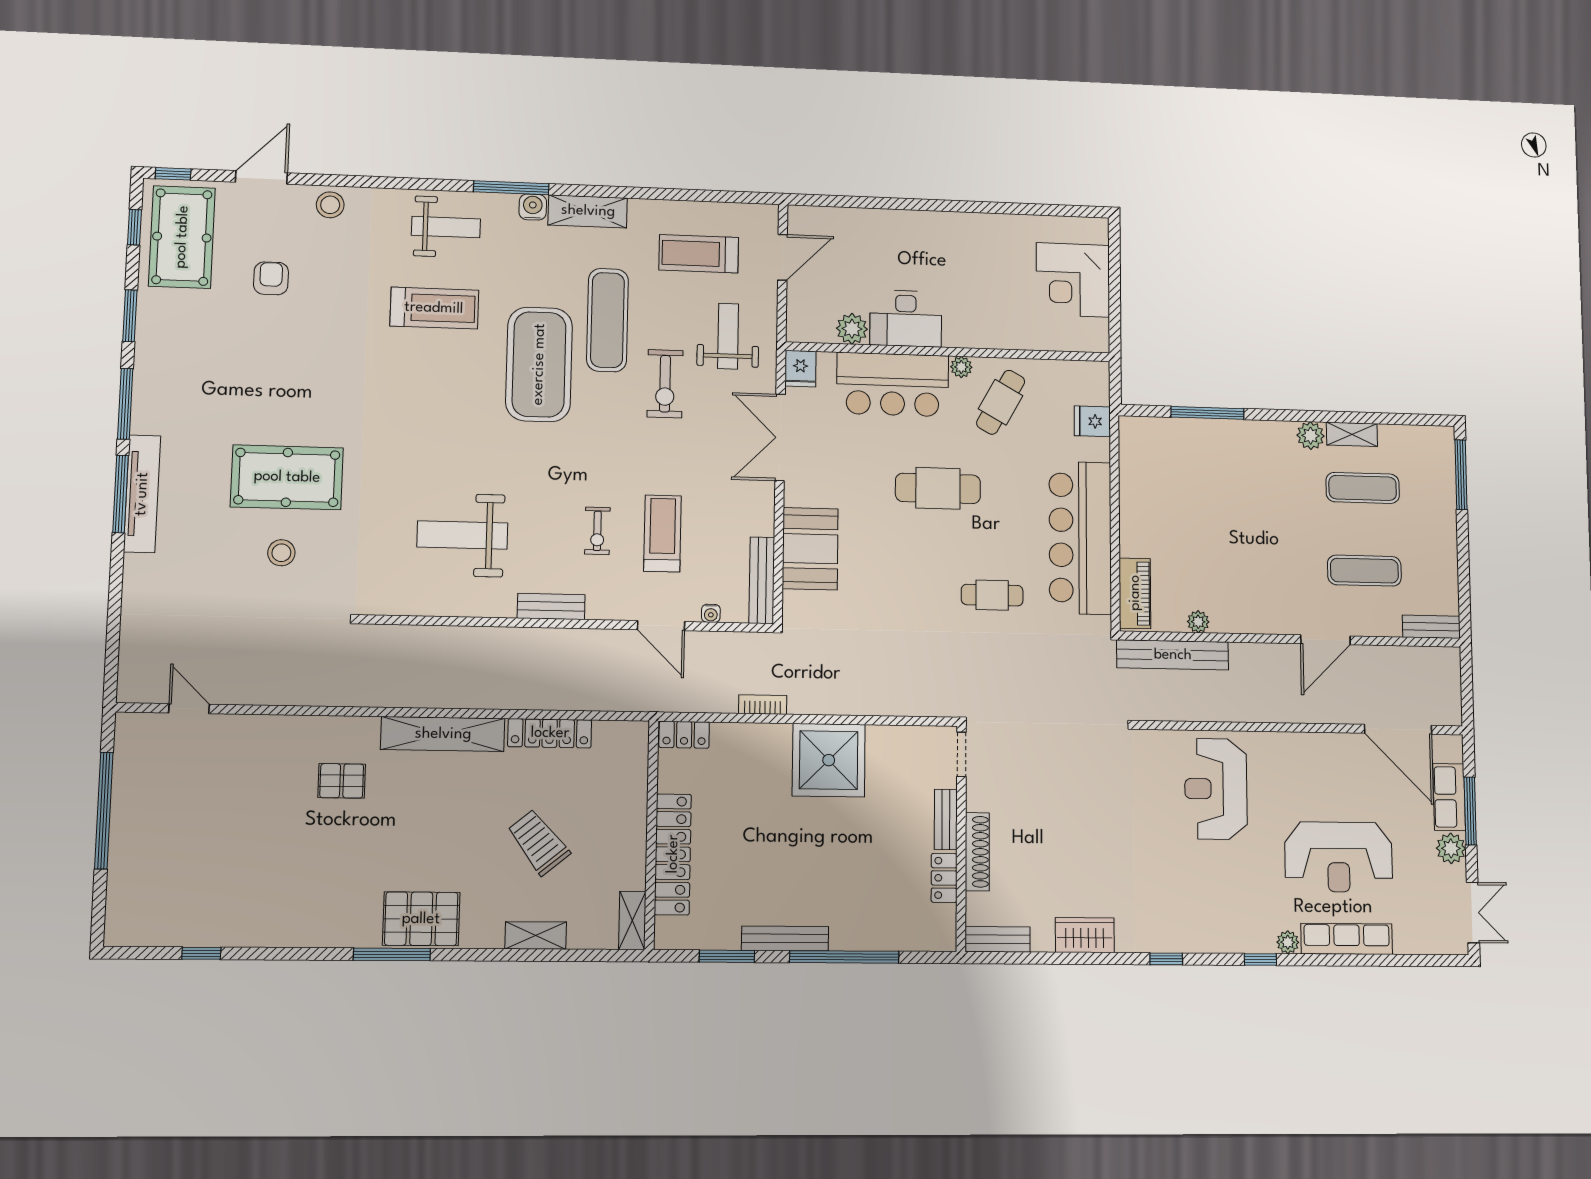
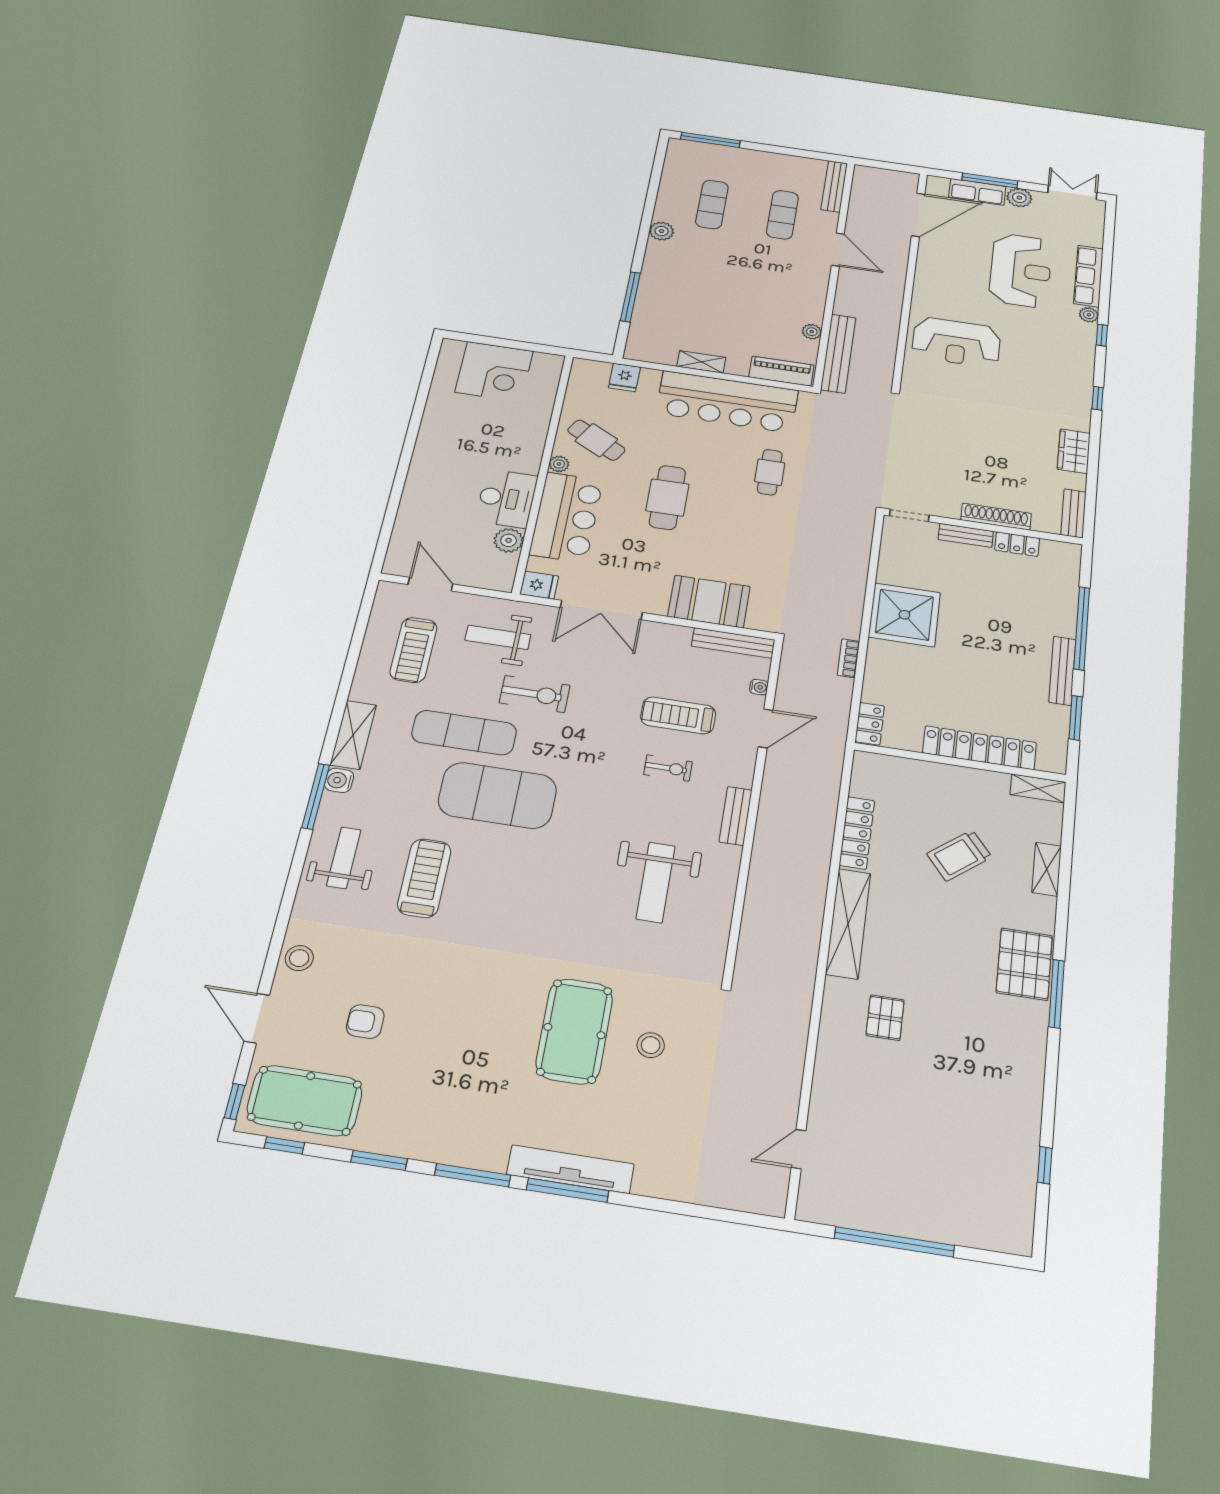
shelving: (1352, 434) -> (701, 362), moved, turned 90
bench: (1431, 627) -> (834, 186), width x1.36

